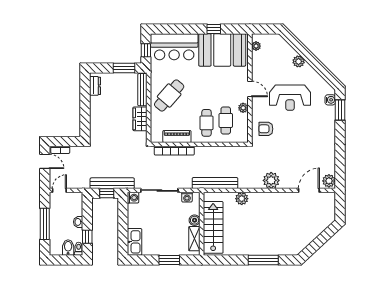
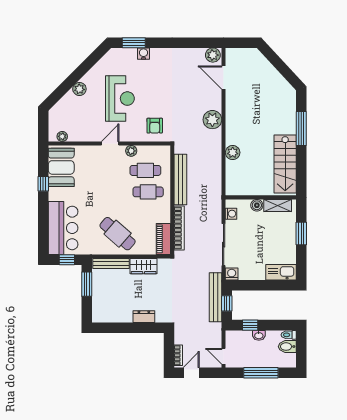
booth: (222, 50) -> (61, 167), width x0.73, depth x0.70
dresser: (95, 86) -> (144, 317), moved
water cooler: (330, 100) -> (143, 54), moved
piano: (177, 136) -> (163, 239), moved
bench: (215, 183) -> (180, 179), moved
stairs: (213, 227) -> (285, 164), moved, turned -90
window: (87, 237) -> (250, 325), moved

